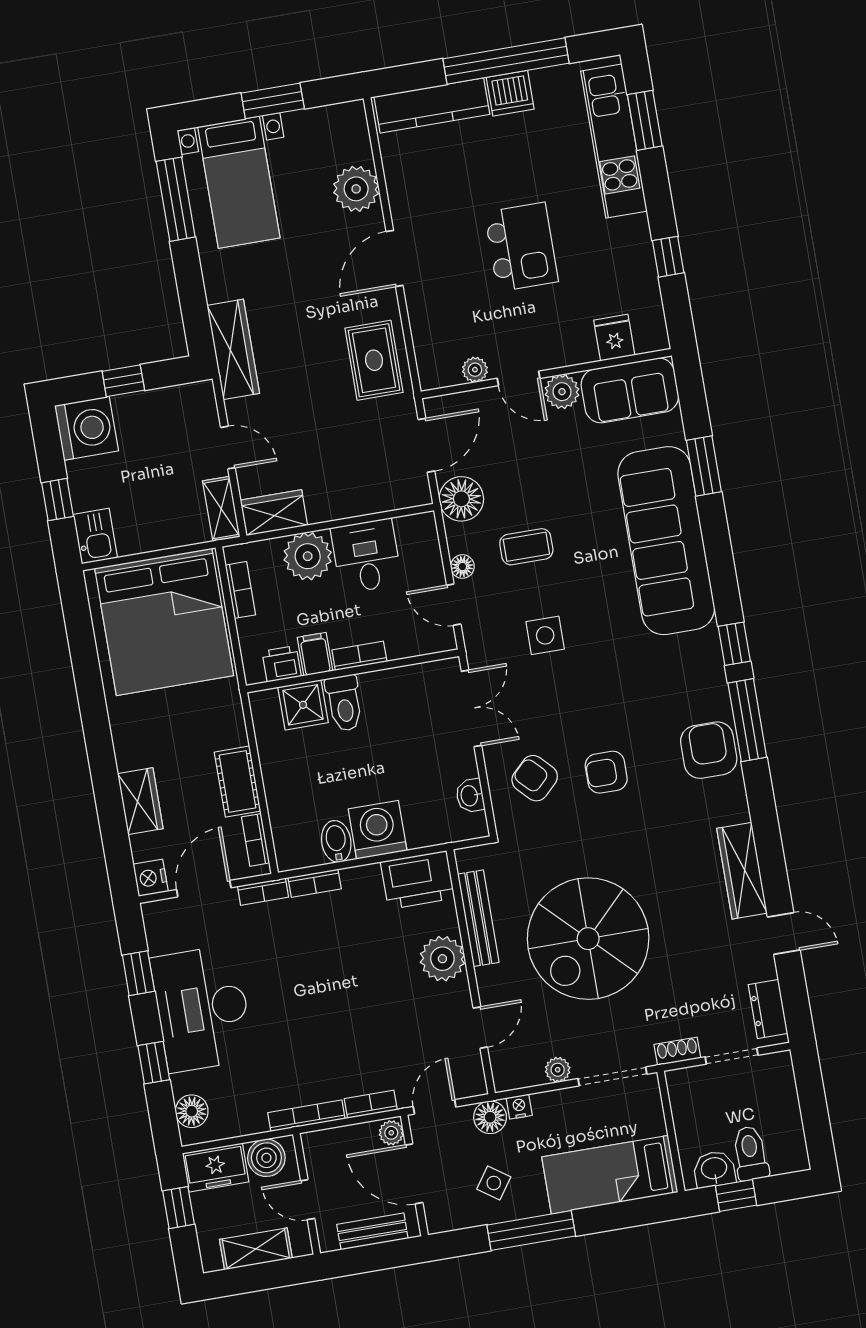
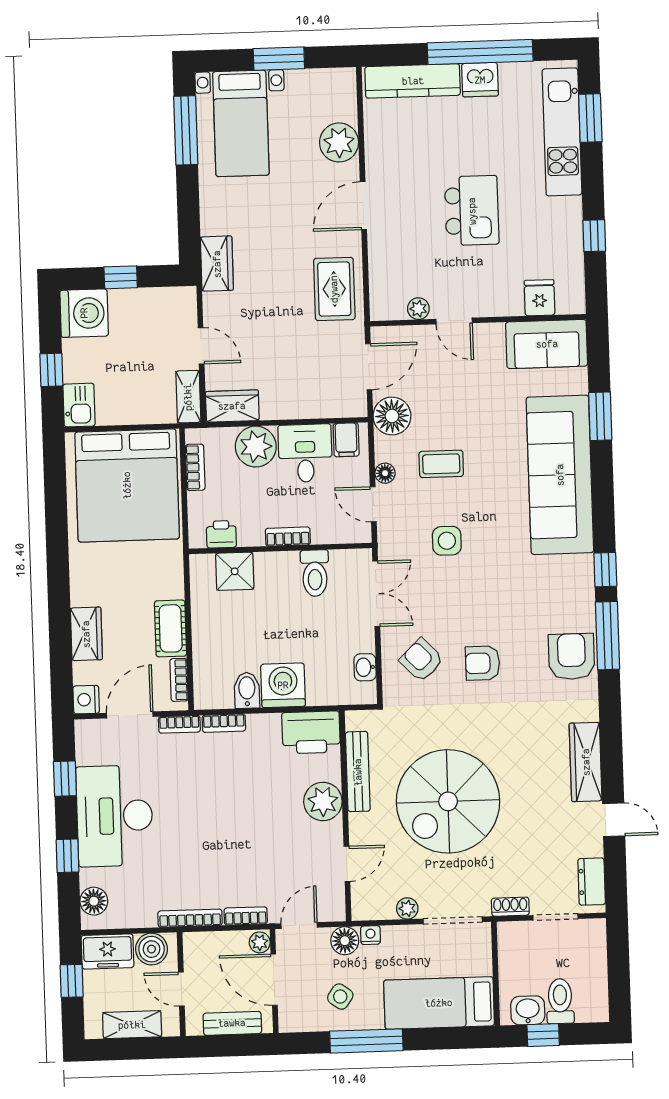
wardrobe: (233, 349) -> (217, 264), width x0.67
plant: (562, 392) -> (489, 337), removed
filing cabinet: (315, 654) -> (346, 440), moved, turned 180
toilet: (344, 703) -> (315, 573), moved

